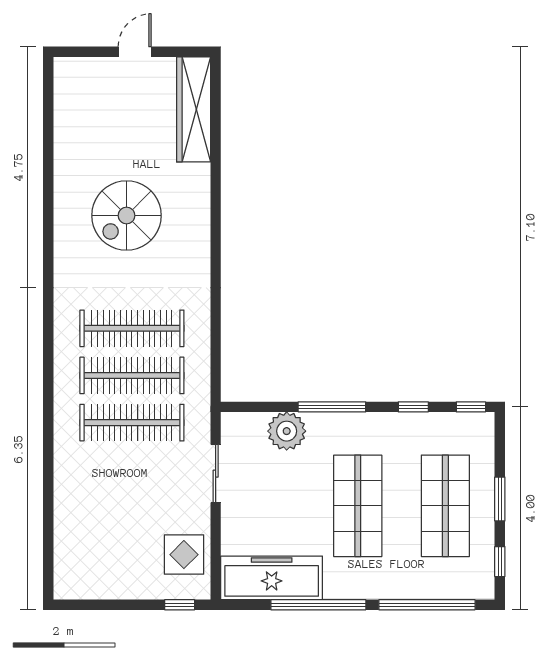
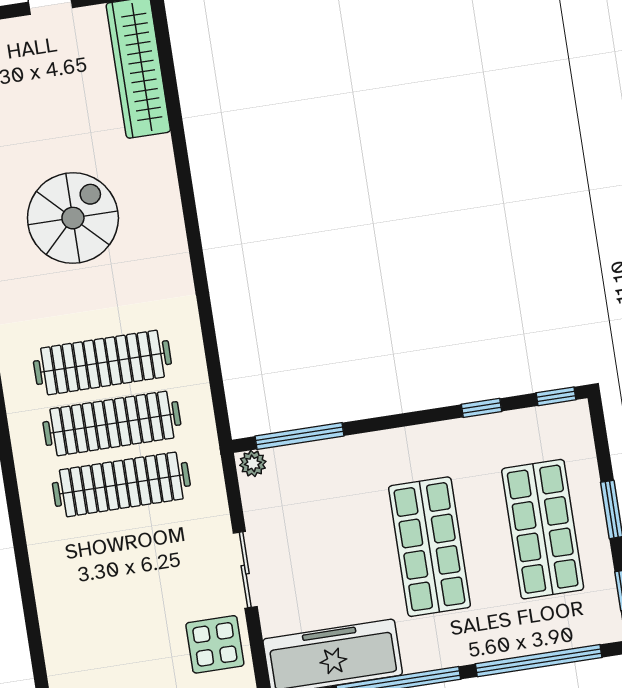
spiral stairs: (127, 216) -> (73, 218), turned 180
window: (332, 407) -> (299, 436), moved
plant: (287, 431) -> (253, 463), moved, width x0.53, depth x0.53
sliding door: (216, 474) -> (245, 570), moved

